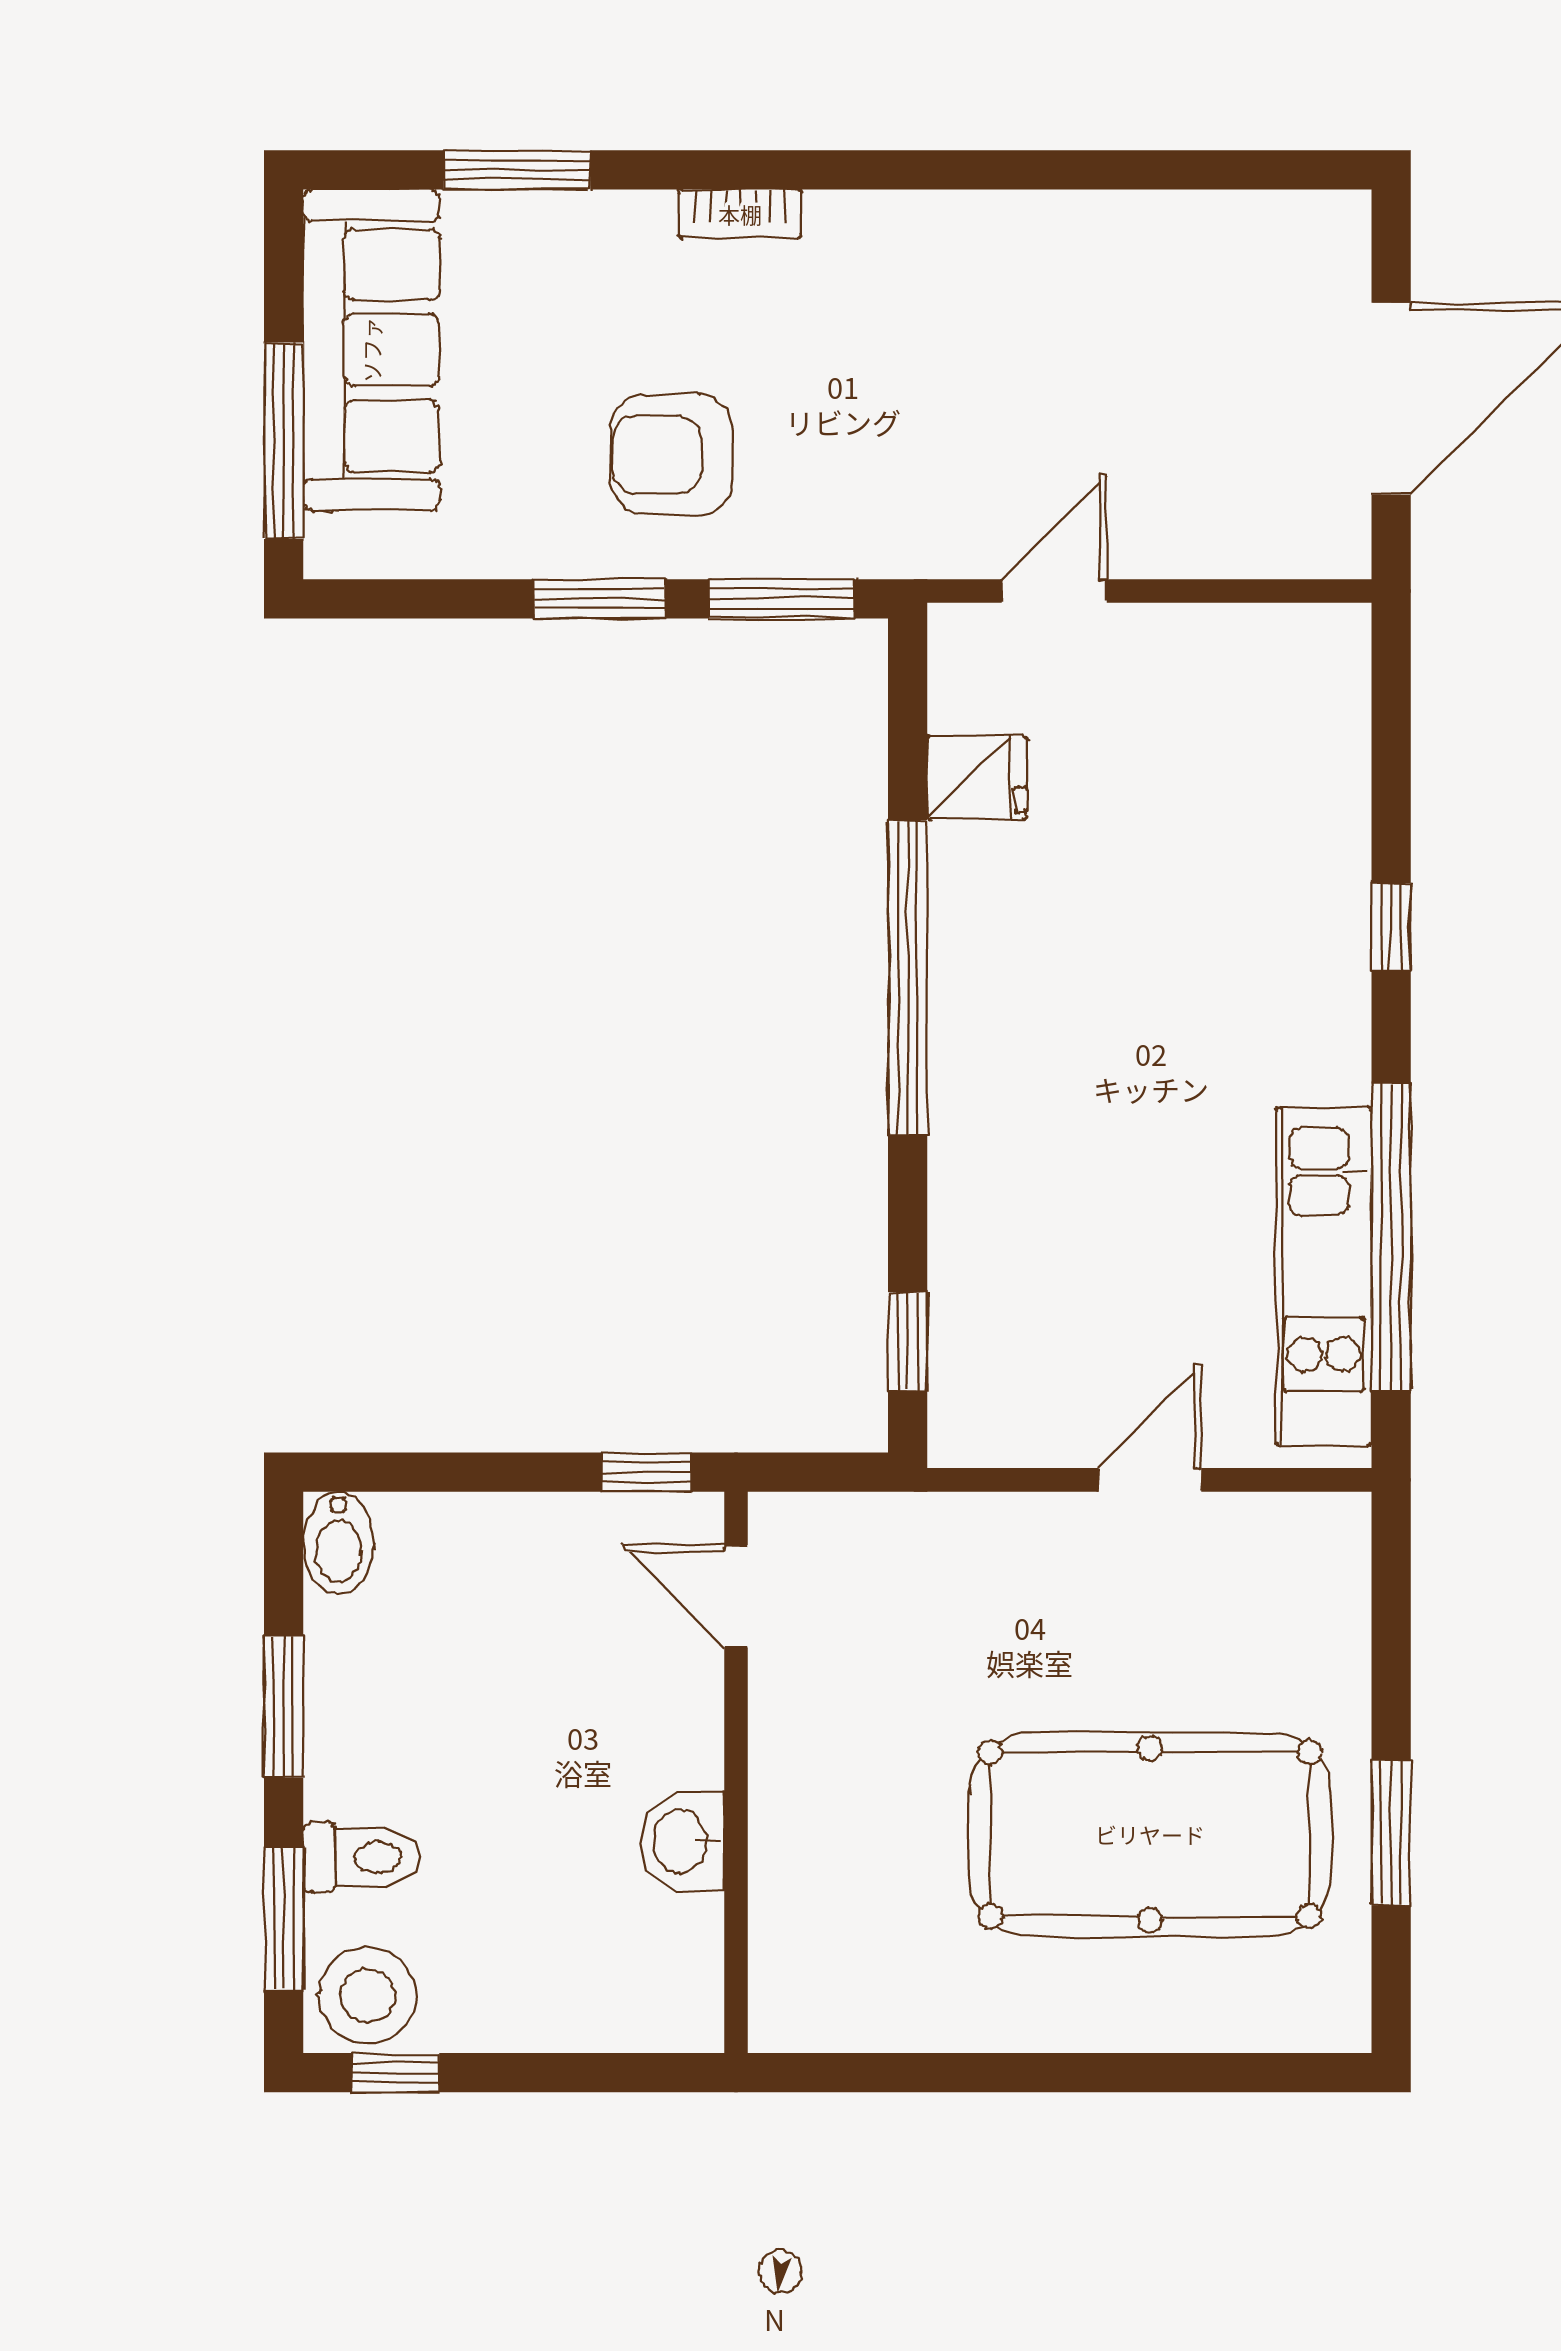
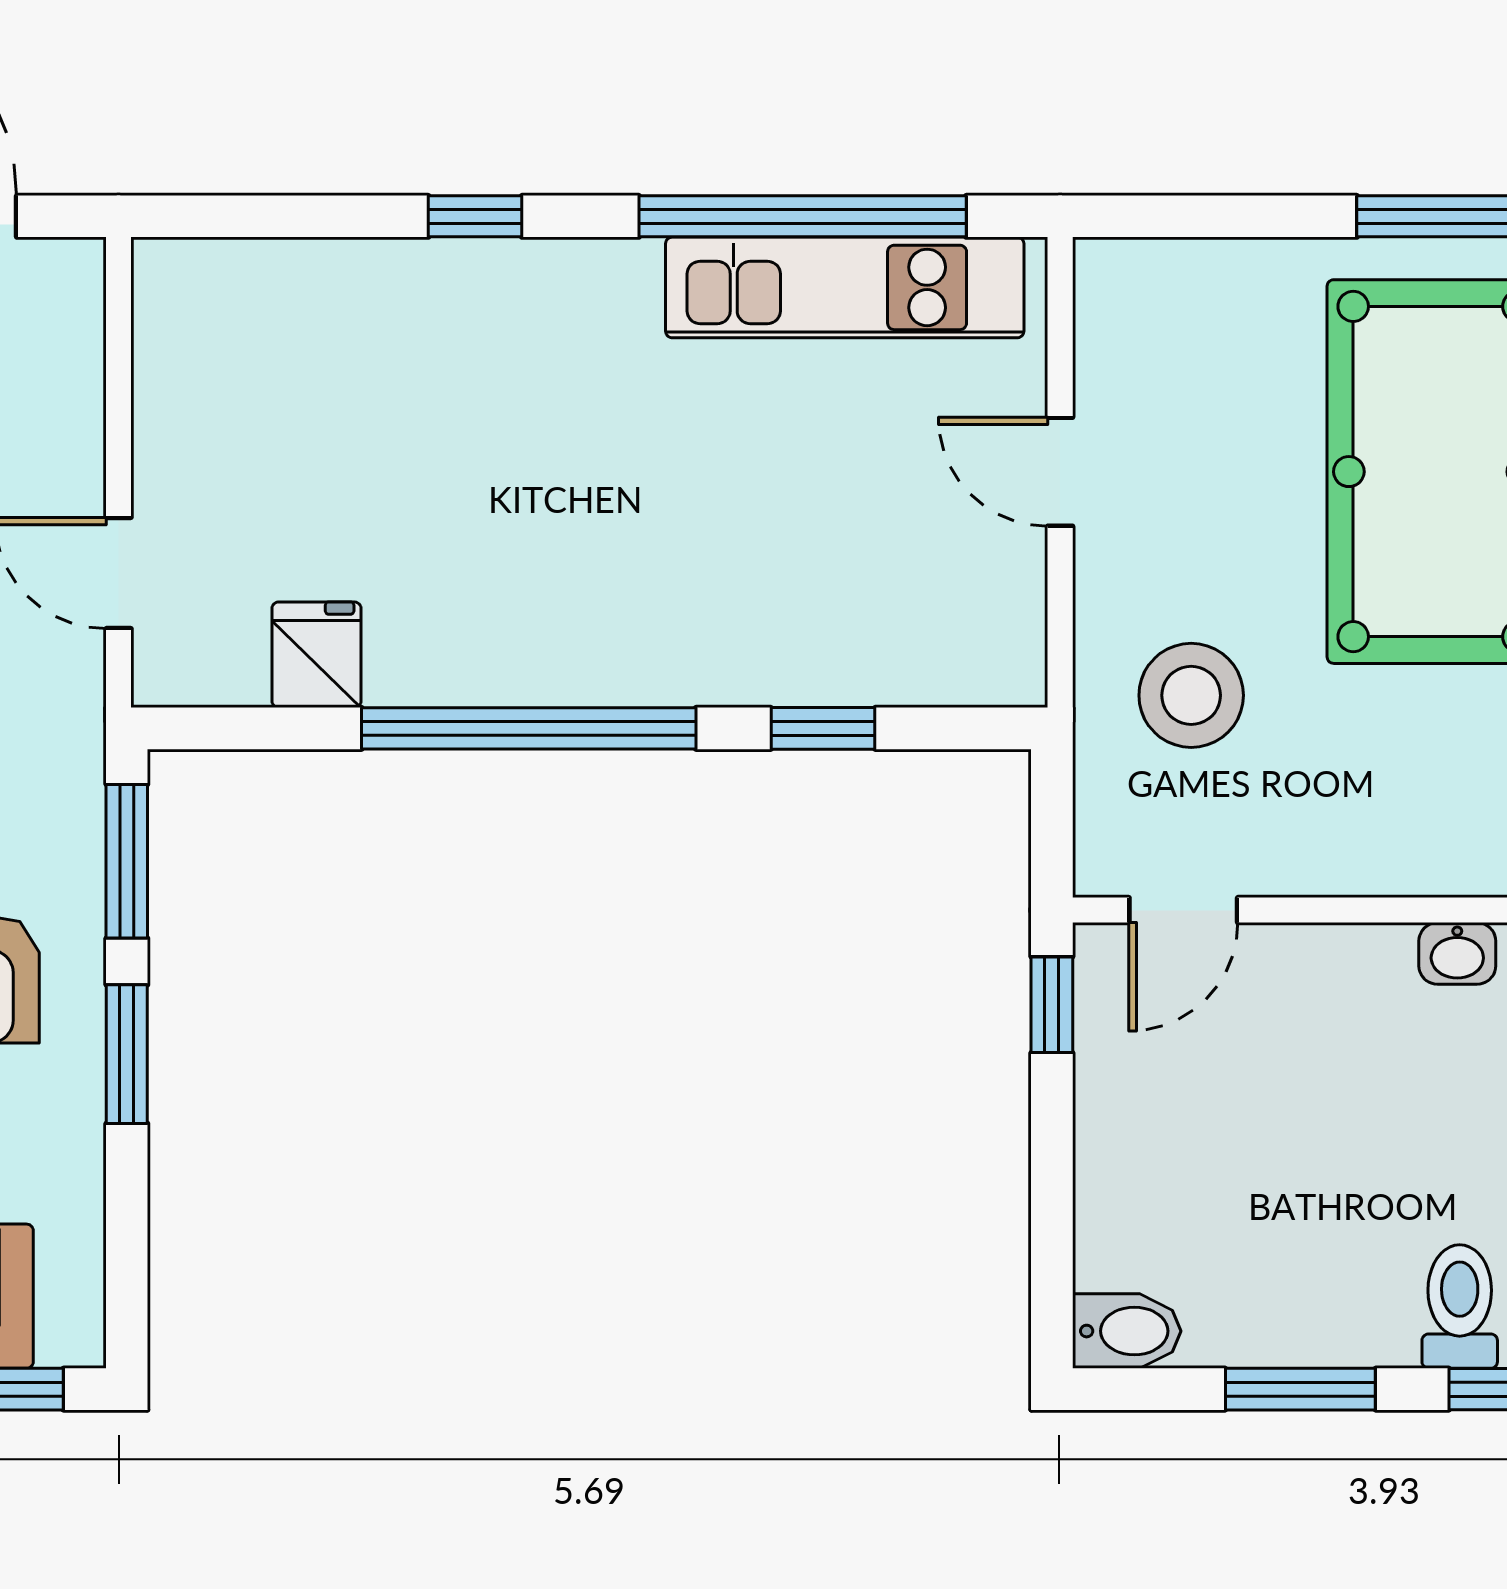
window: (908, 1341) -> (823, 728), moved
stool: (939, 1604) -> (1191, 695), added
washbasin: (682, 1841) -> (1457, 953), width x0.72, depth x0.69

